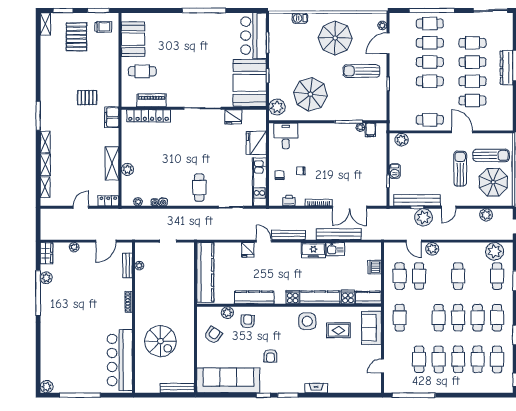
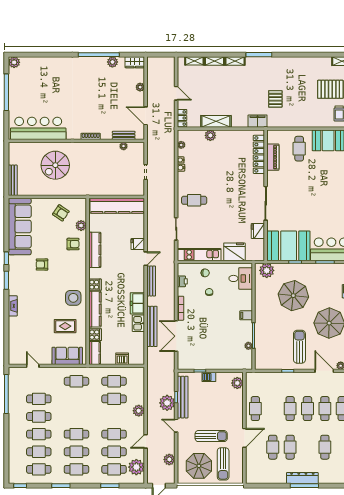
cafe table: (472, 62) -> (307, 447), removed
parasol: (310, 94) -> (293, 296), moved
filing cabinet: (371, 130) -> (246, 315), moved
door: (414, 241) -> (146, 441), moved
cafe table: (439, 318) -> (114, 452), moved
rug: (338, 330) -> (65, 326), turned 90

